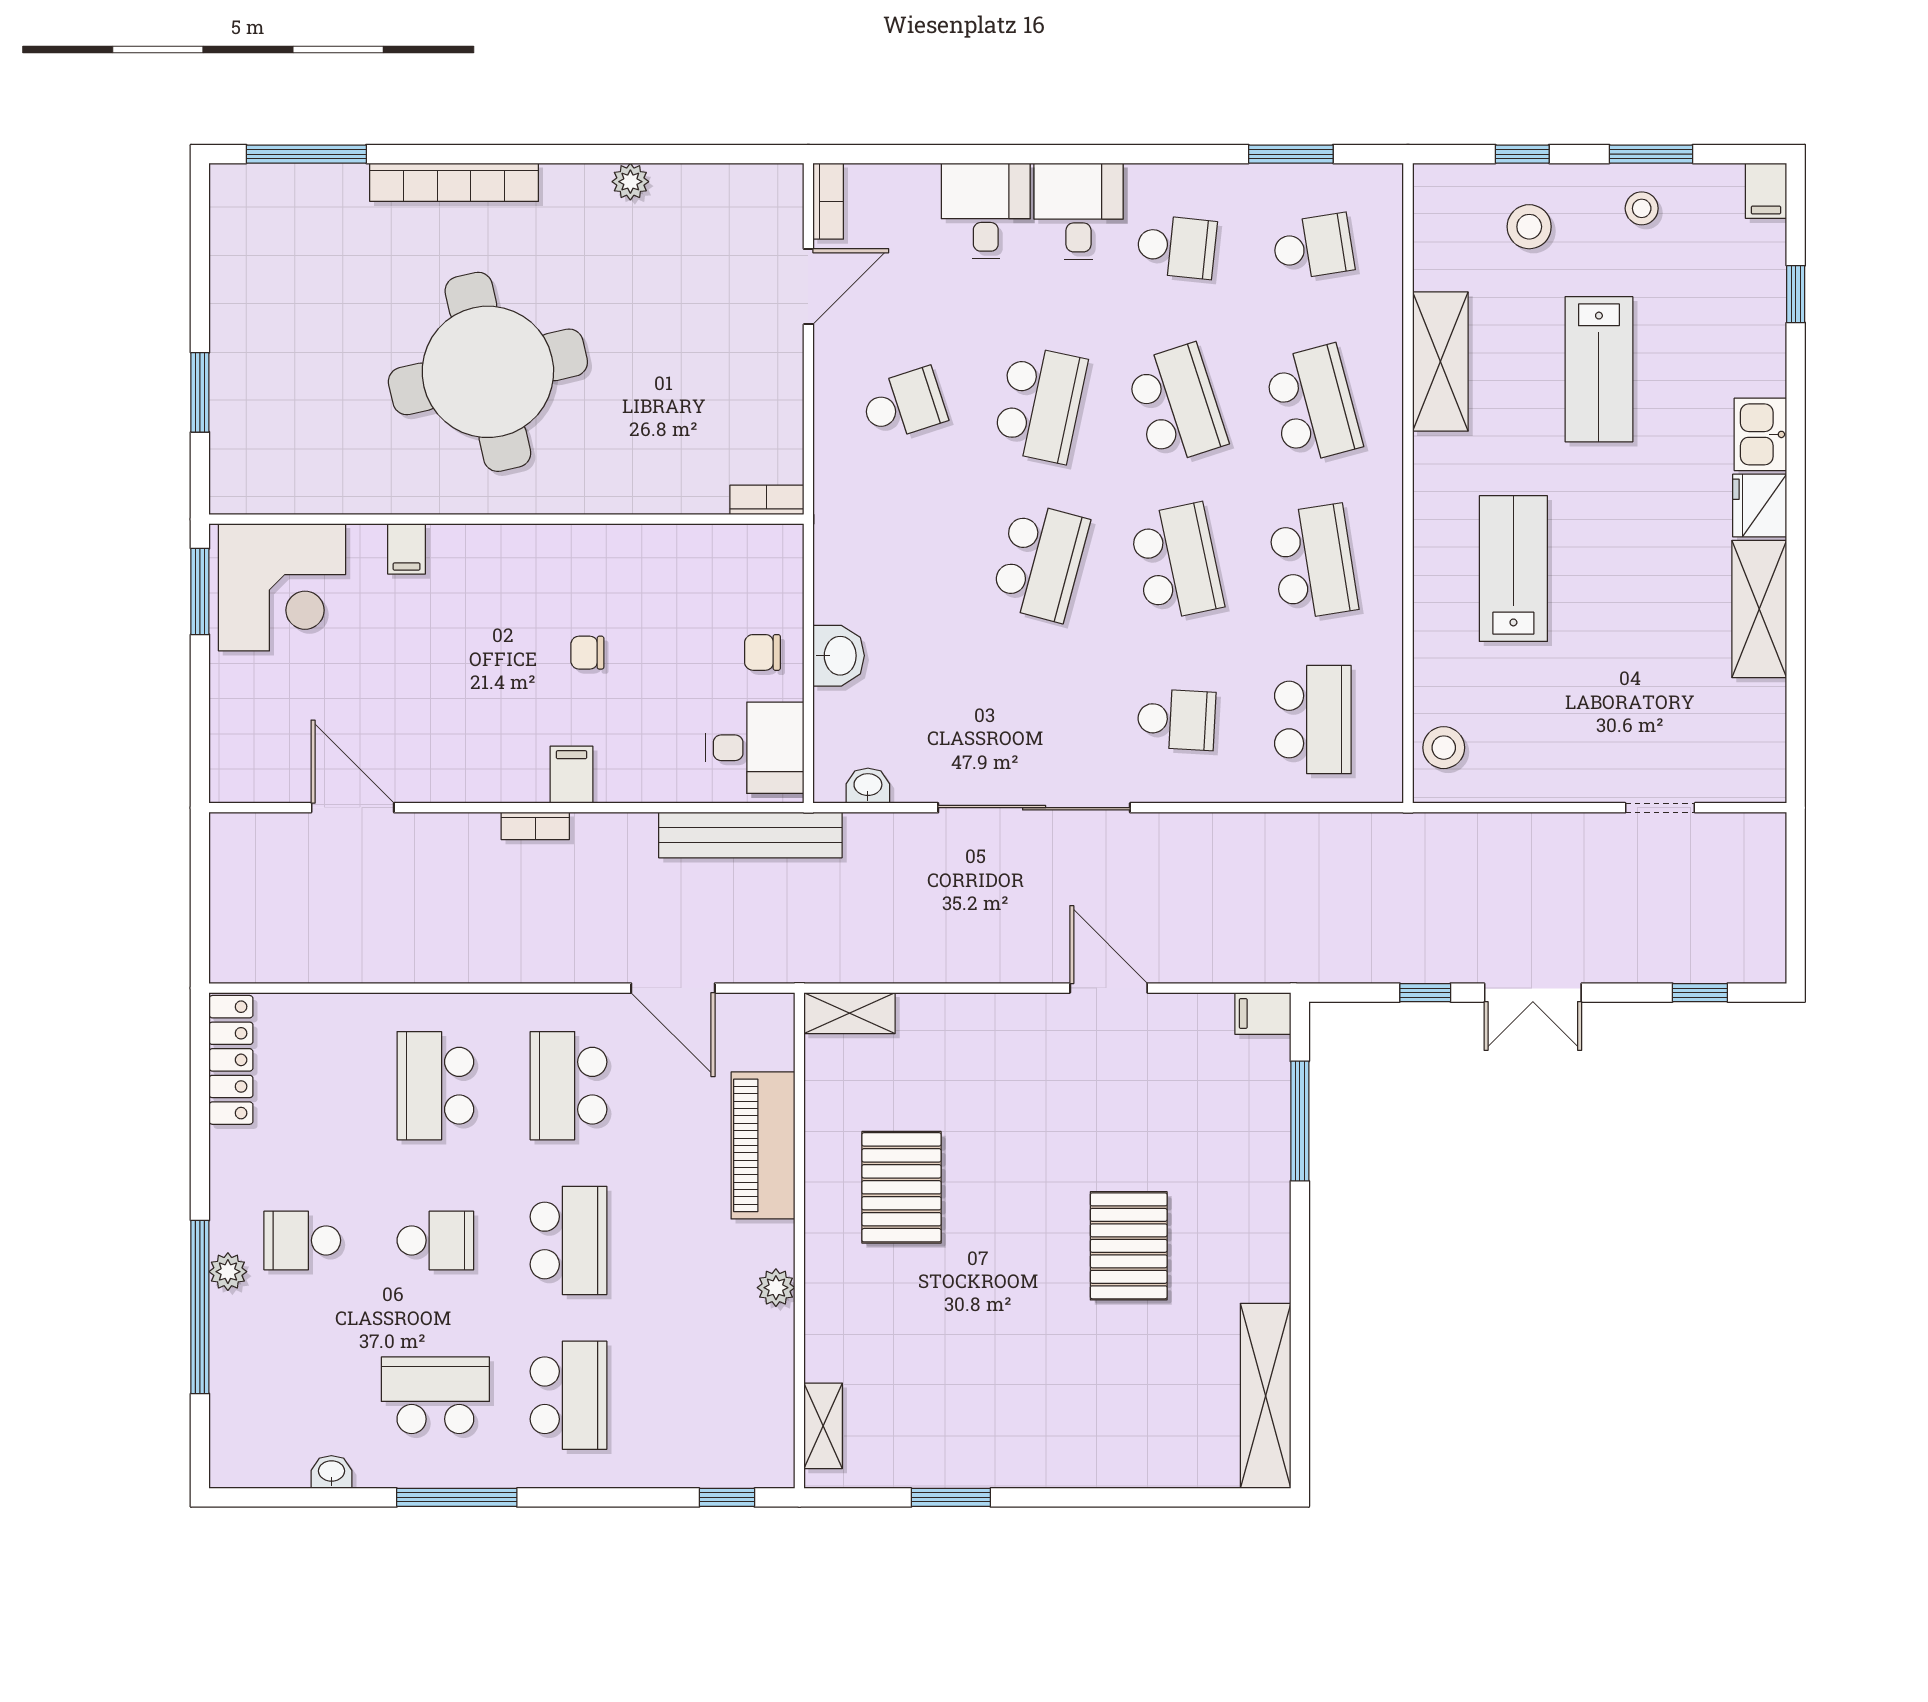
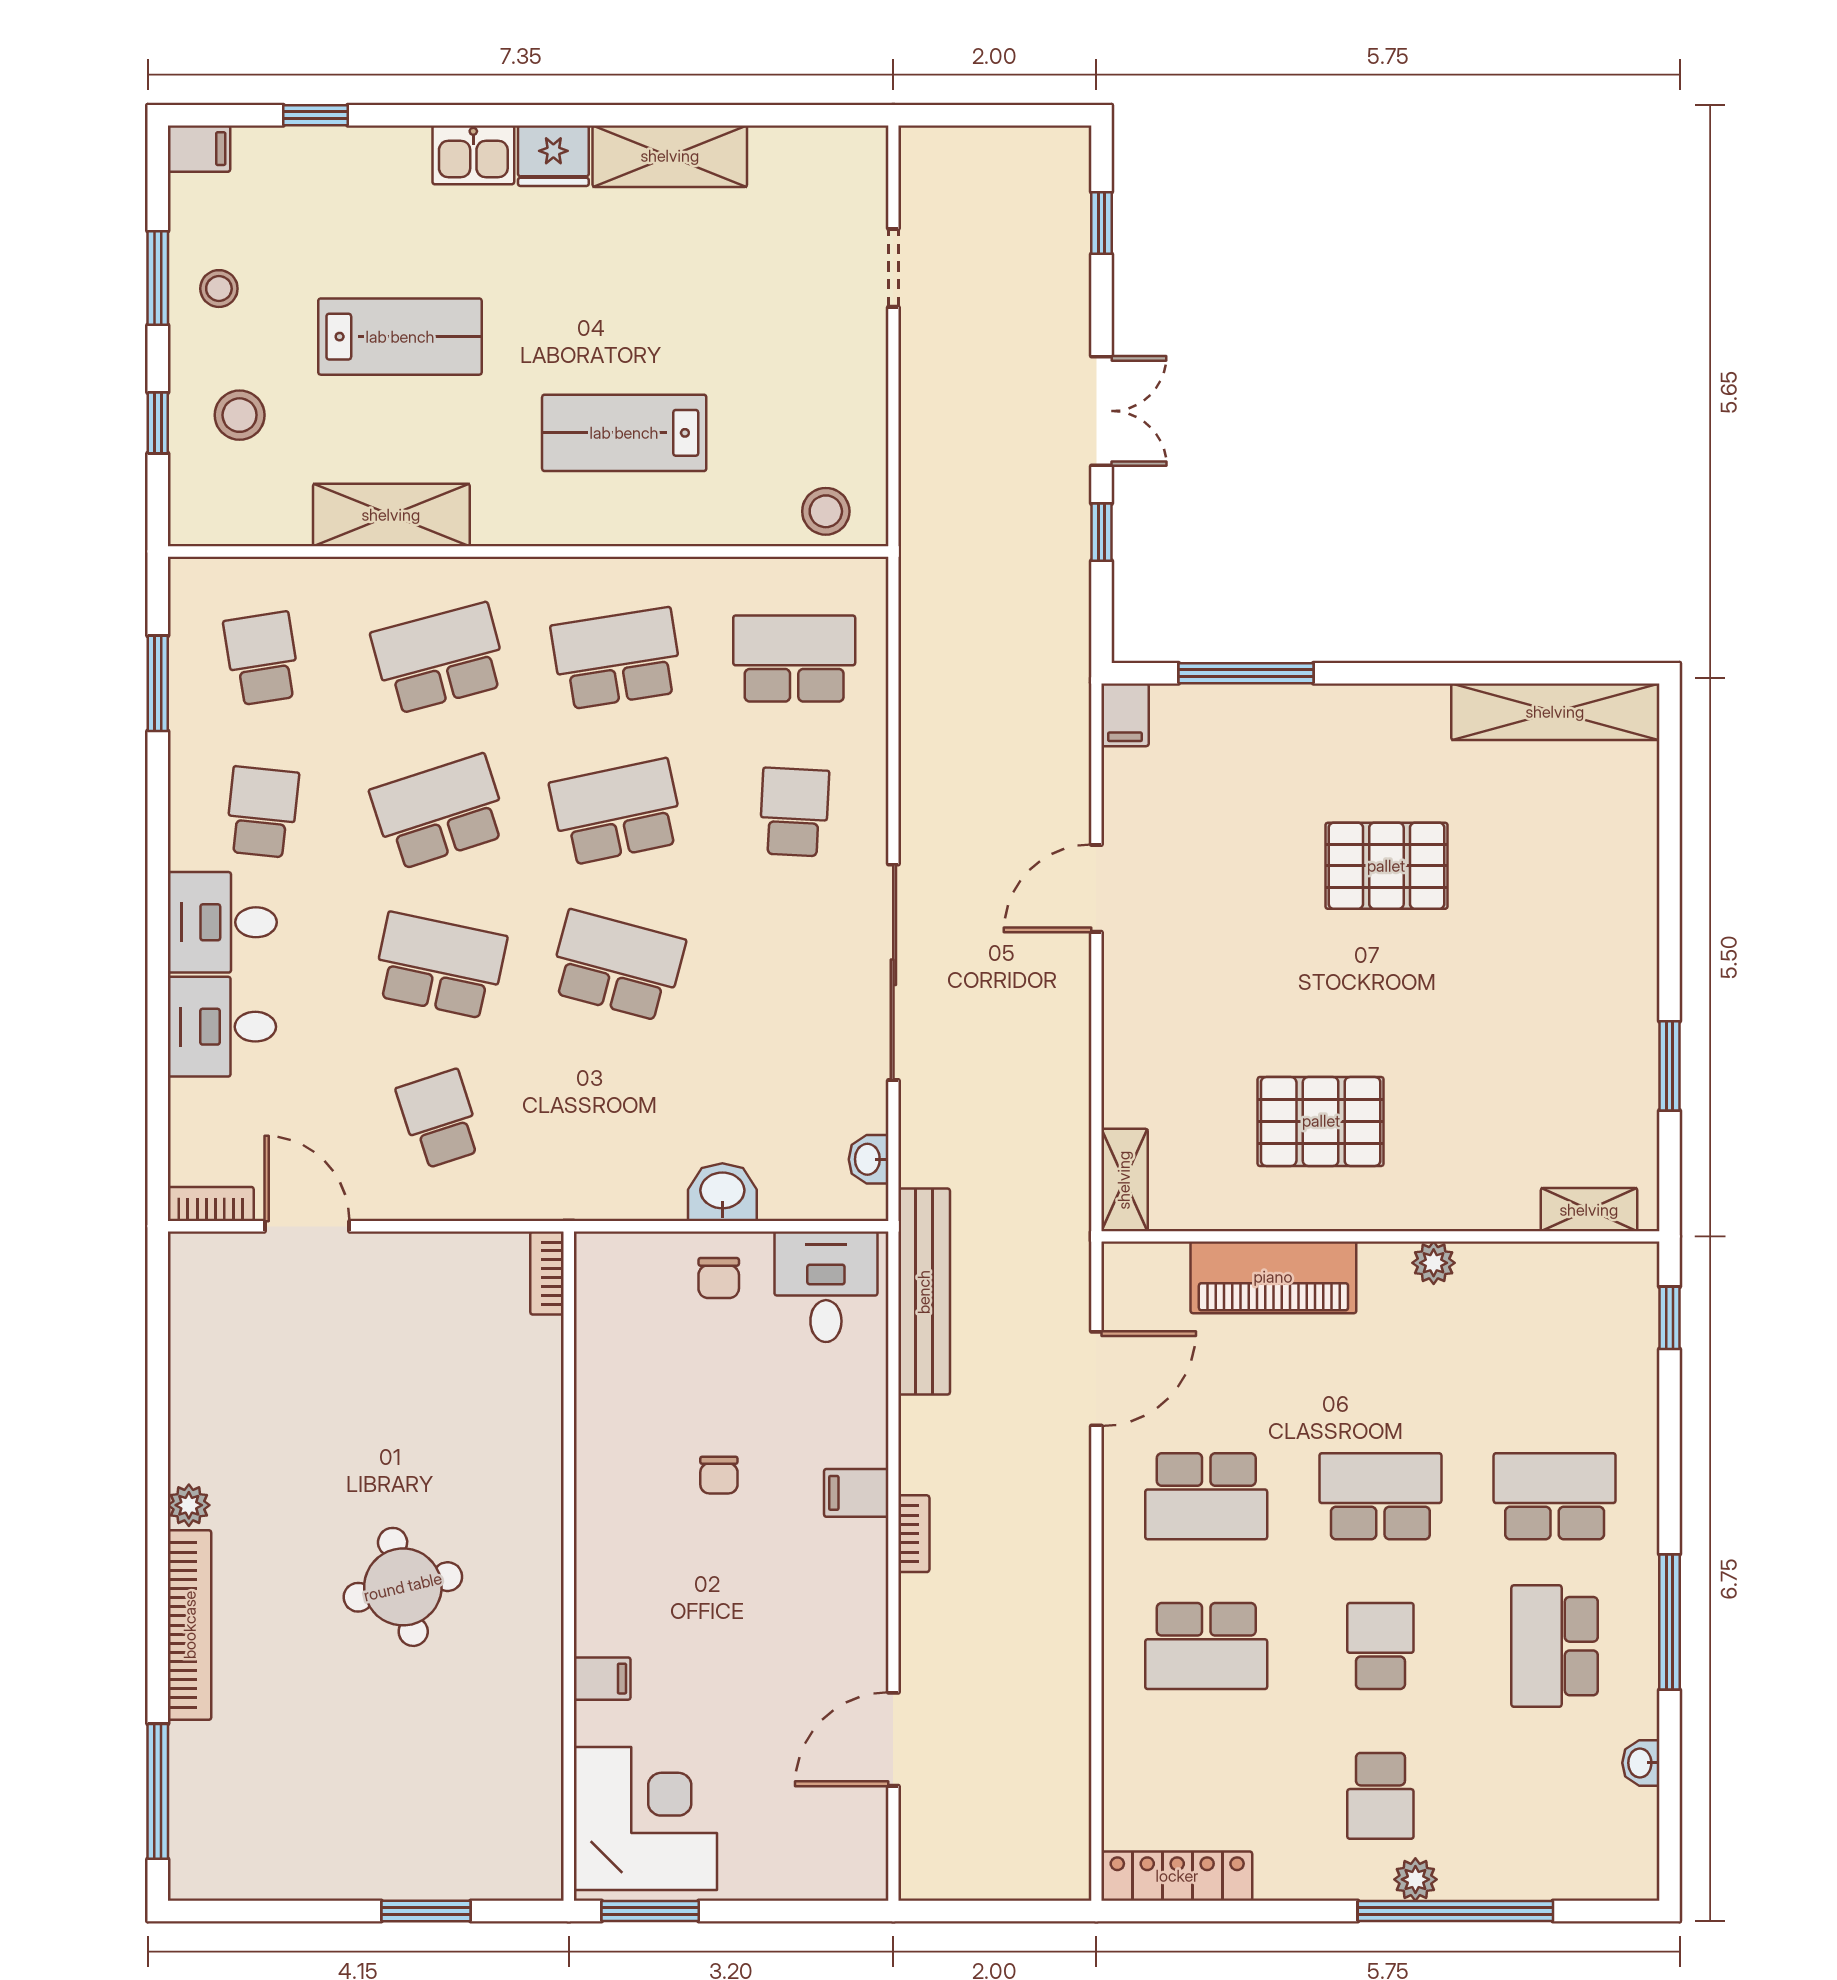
plant: (630, 182) -> (189, 1505), moved
round table: (488, 372) -> (403, 1587), width x0.54, depth x0.54

